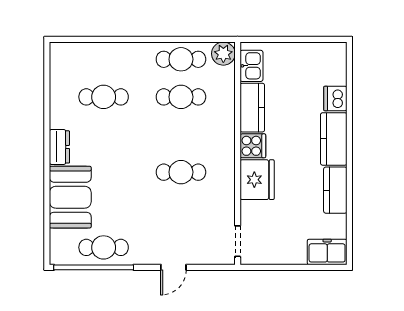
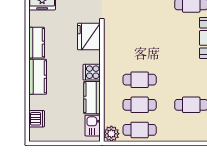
dishwasher: (335, 99) -> (37, 119), moved
cafe table: (181, 172) -> (140, 80), moved
fridge: (257, 180) -> (89, 37), moved

